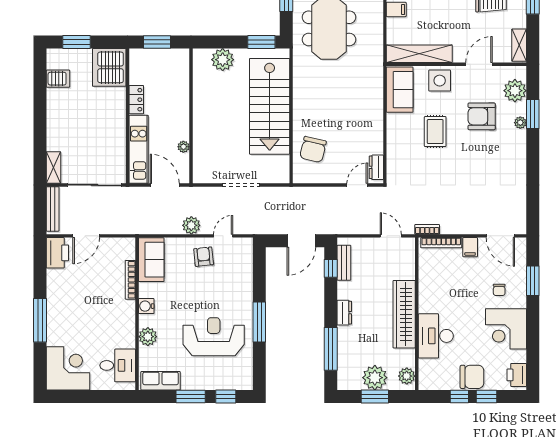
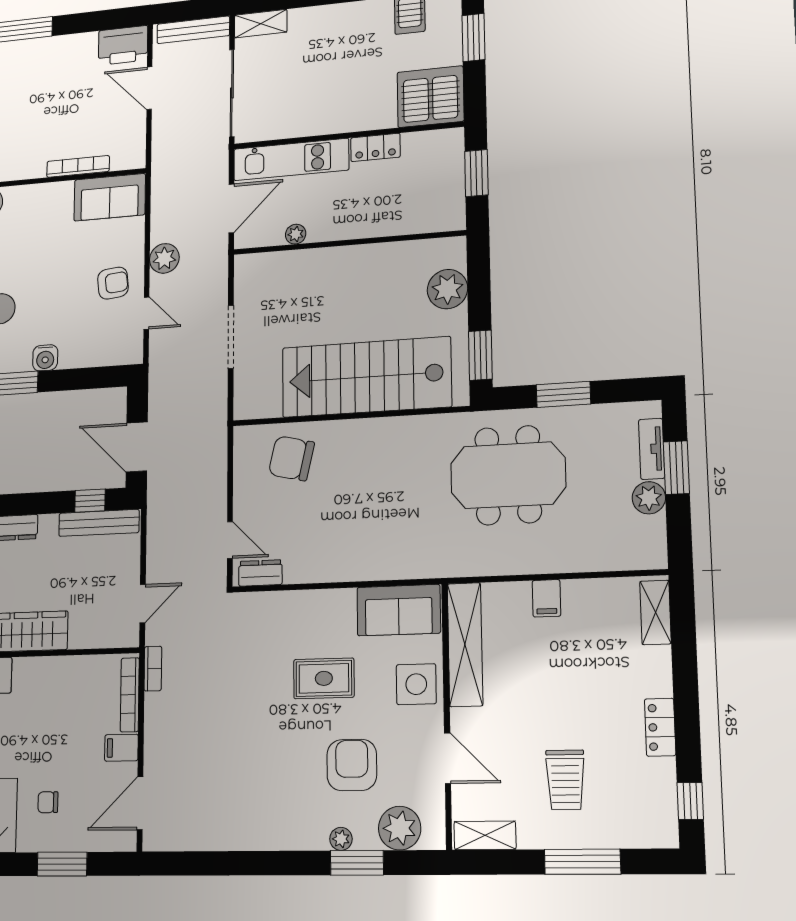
bench: (344, 263) -> (99, 523), width x1.36
water cooler: (146, 306) -> (45, 358), moved, turned 180

